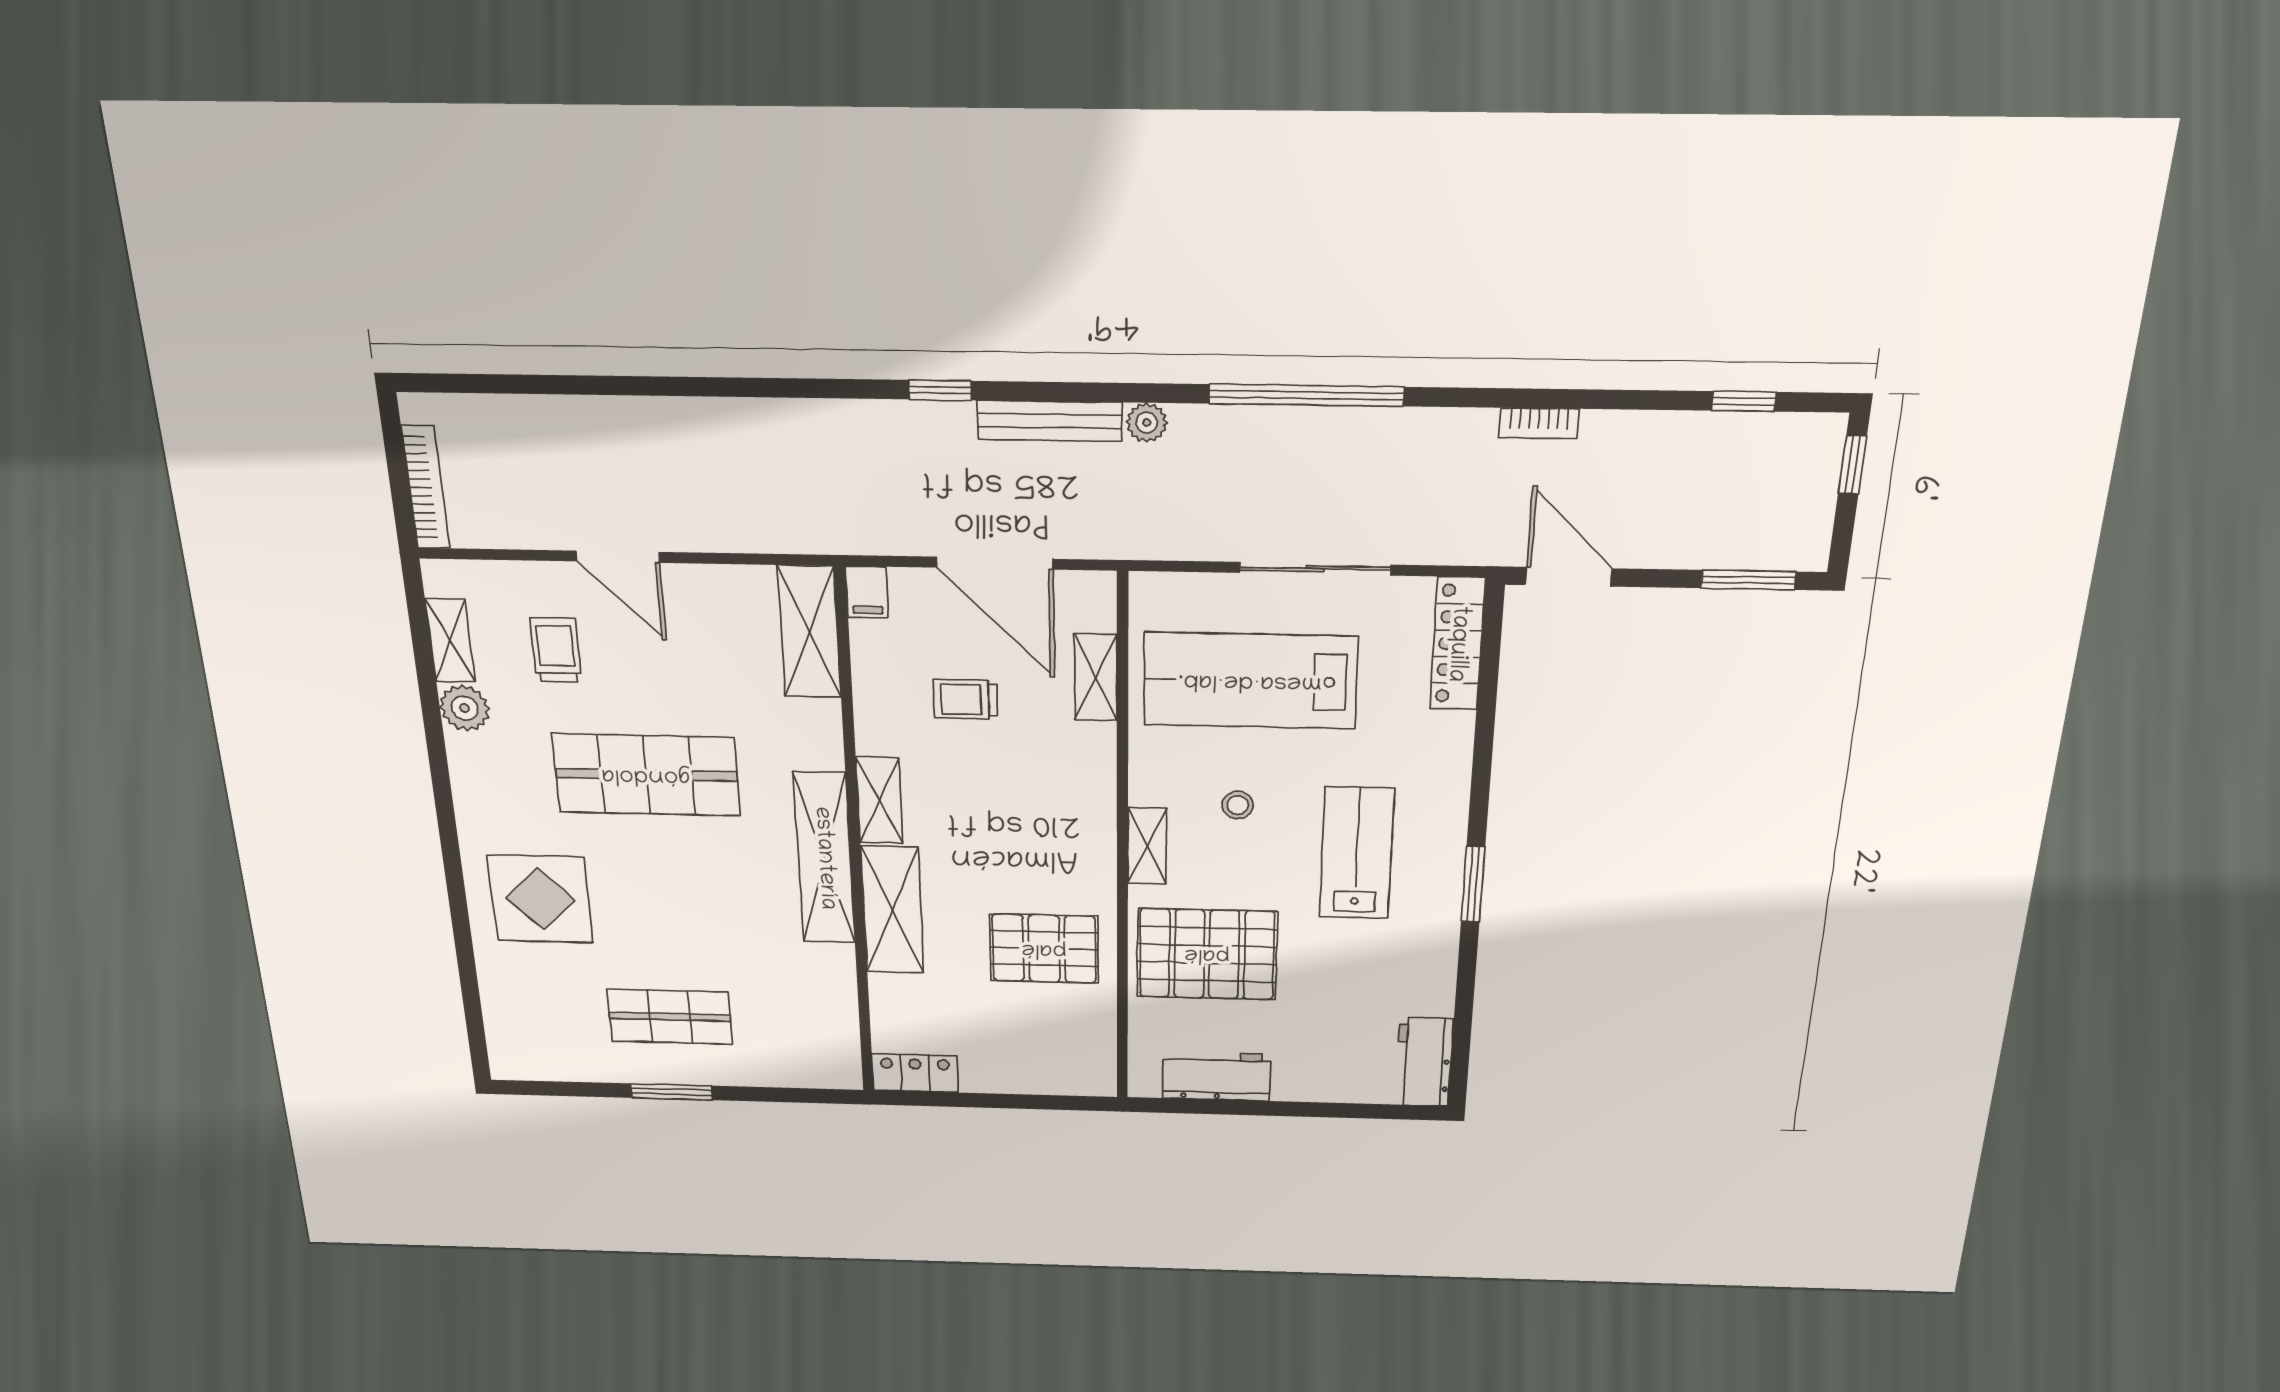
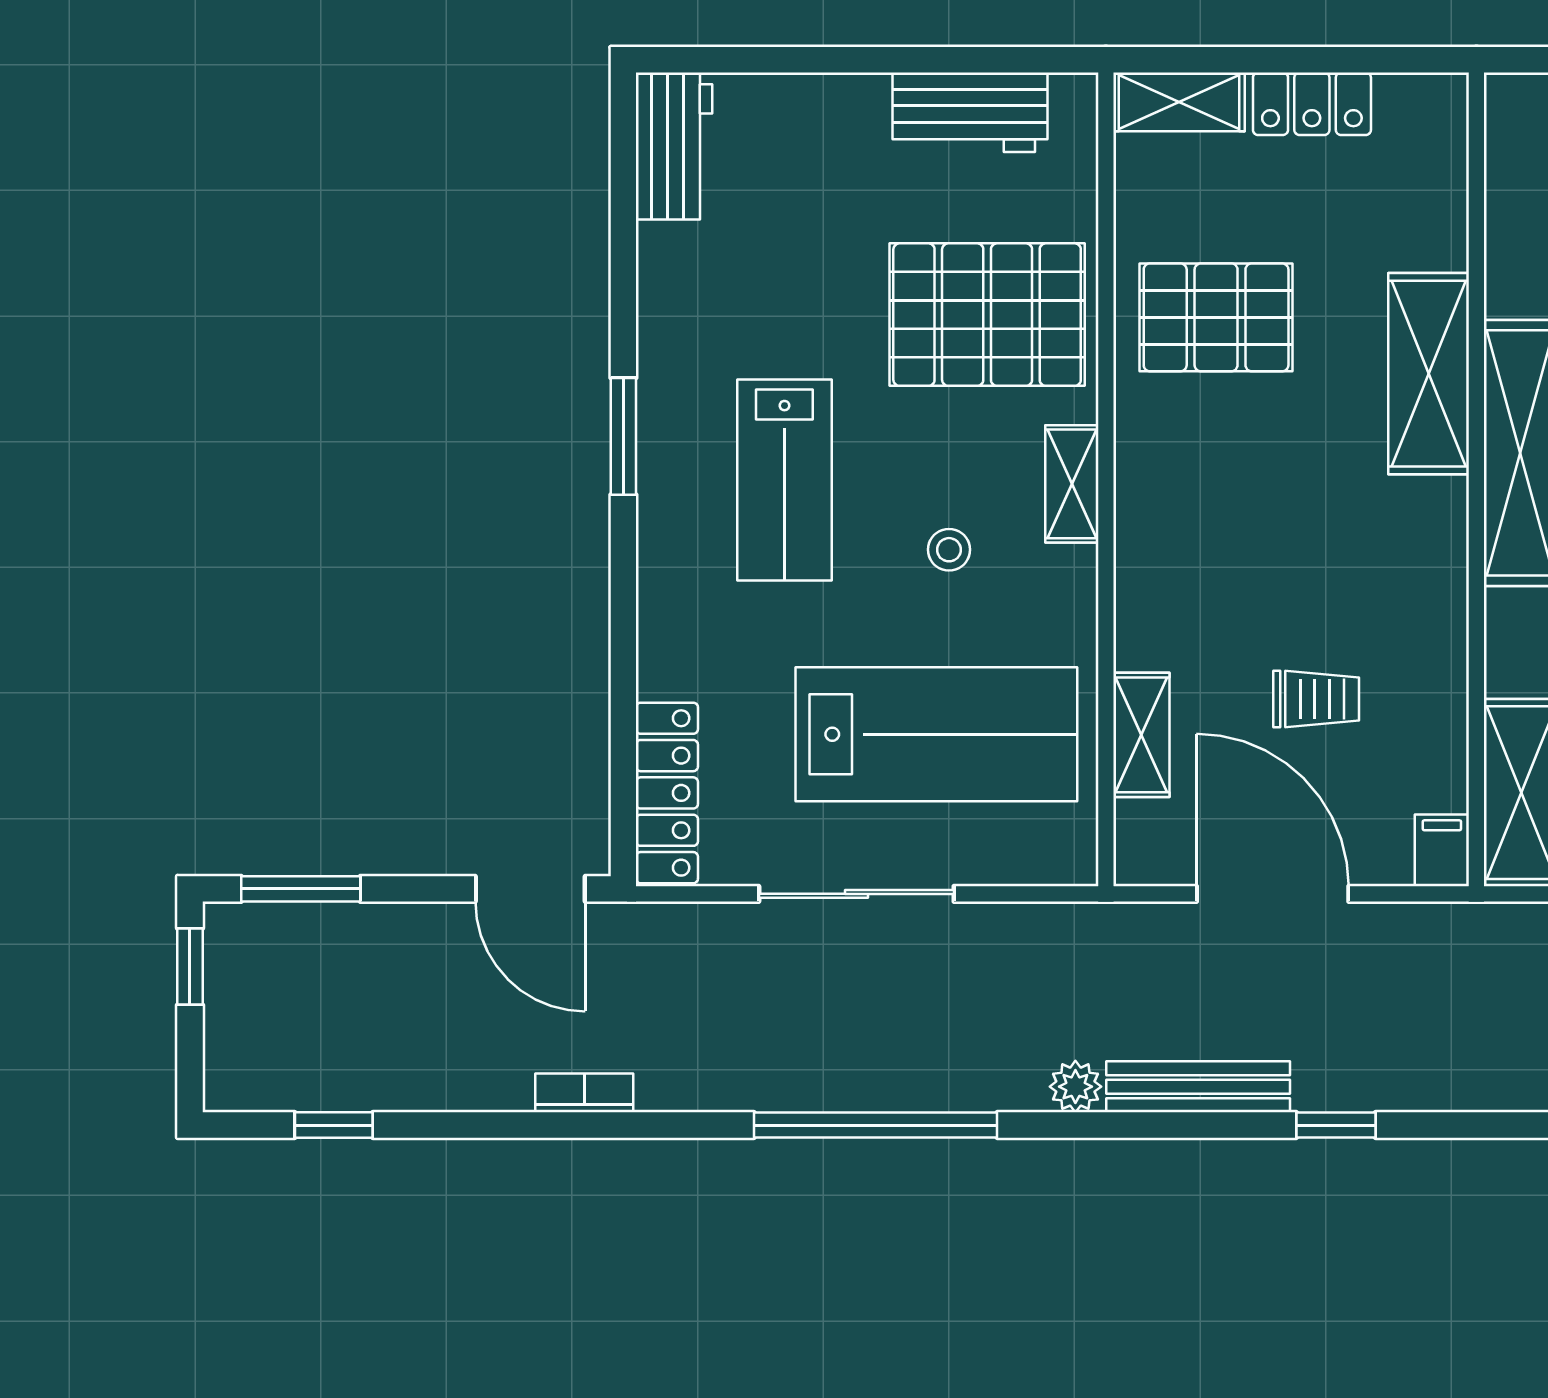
window: (1852, 465) -> (190, 967), moved
shelving: (879, 800) -> (1179, 102), moved, turned 90
locker: (915, 1073) -> (1312, 104), moved

